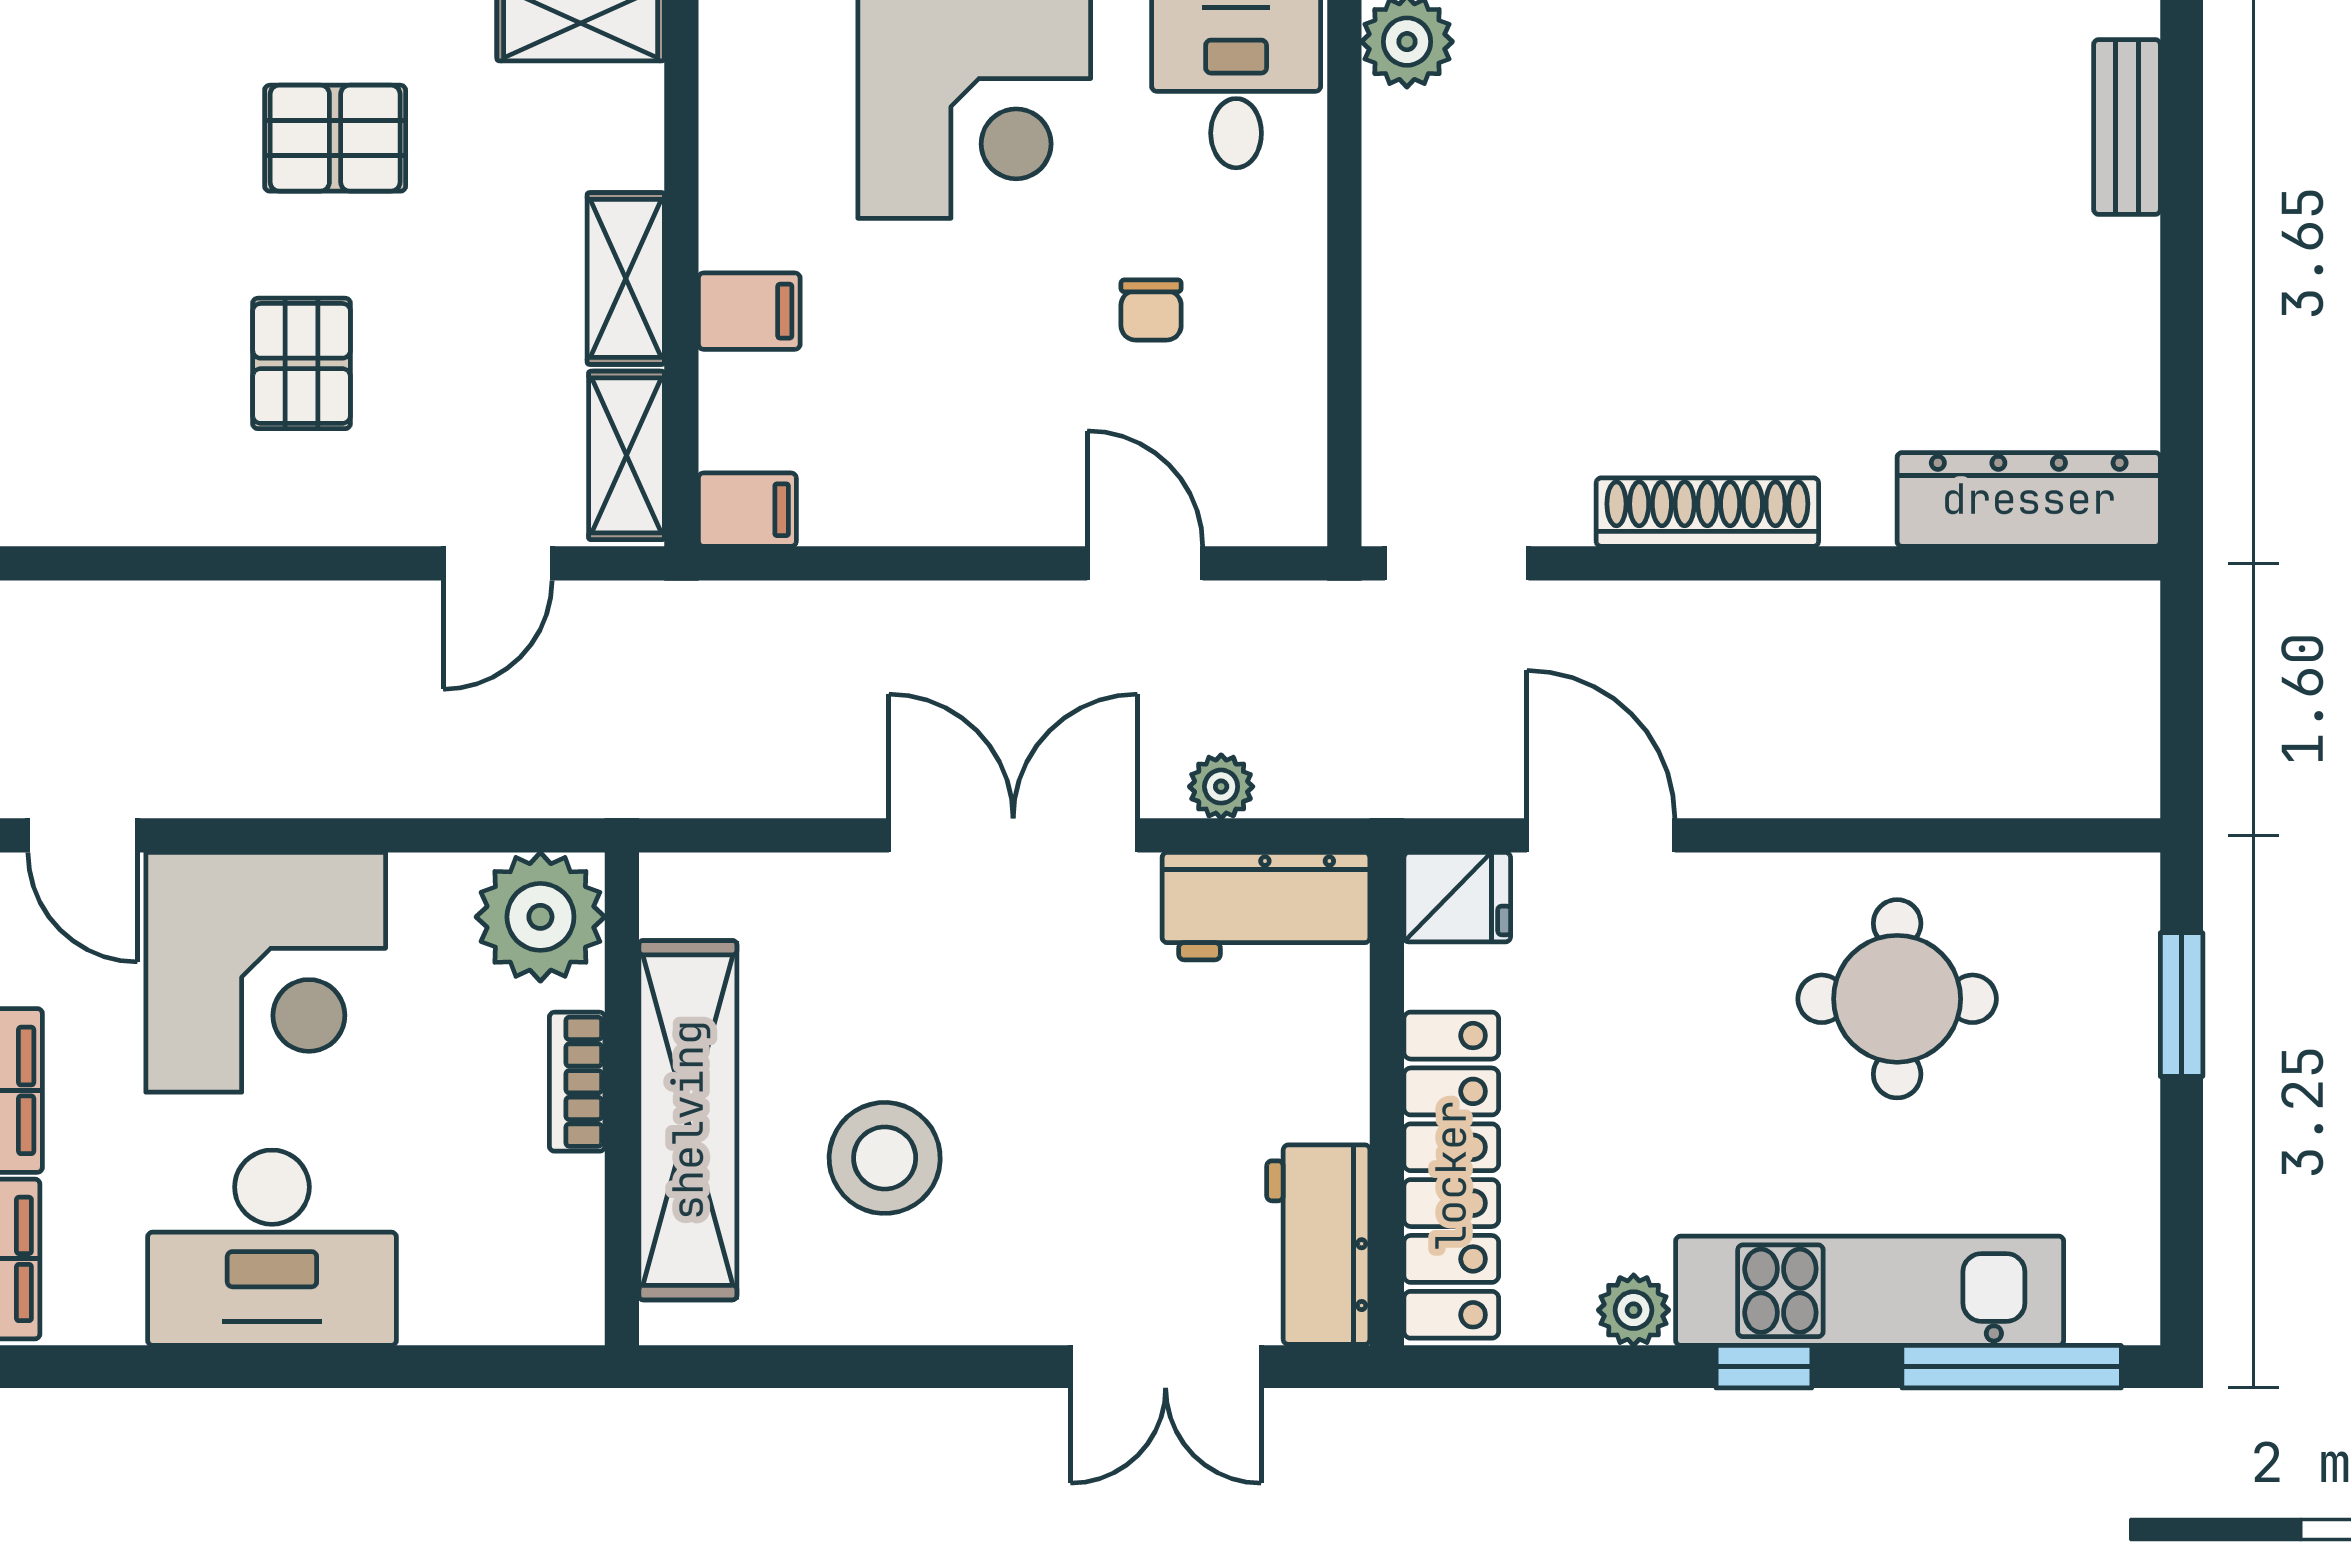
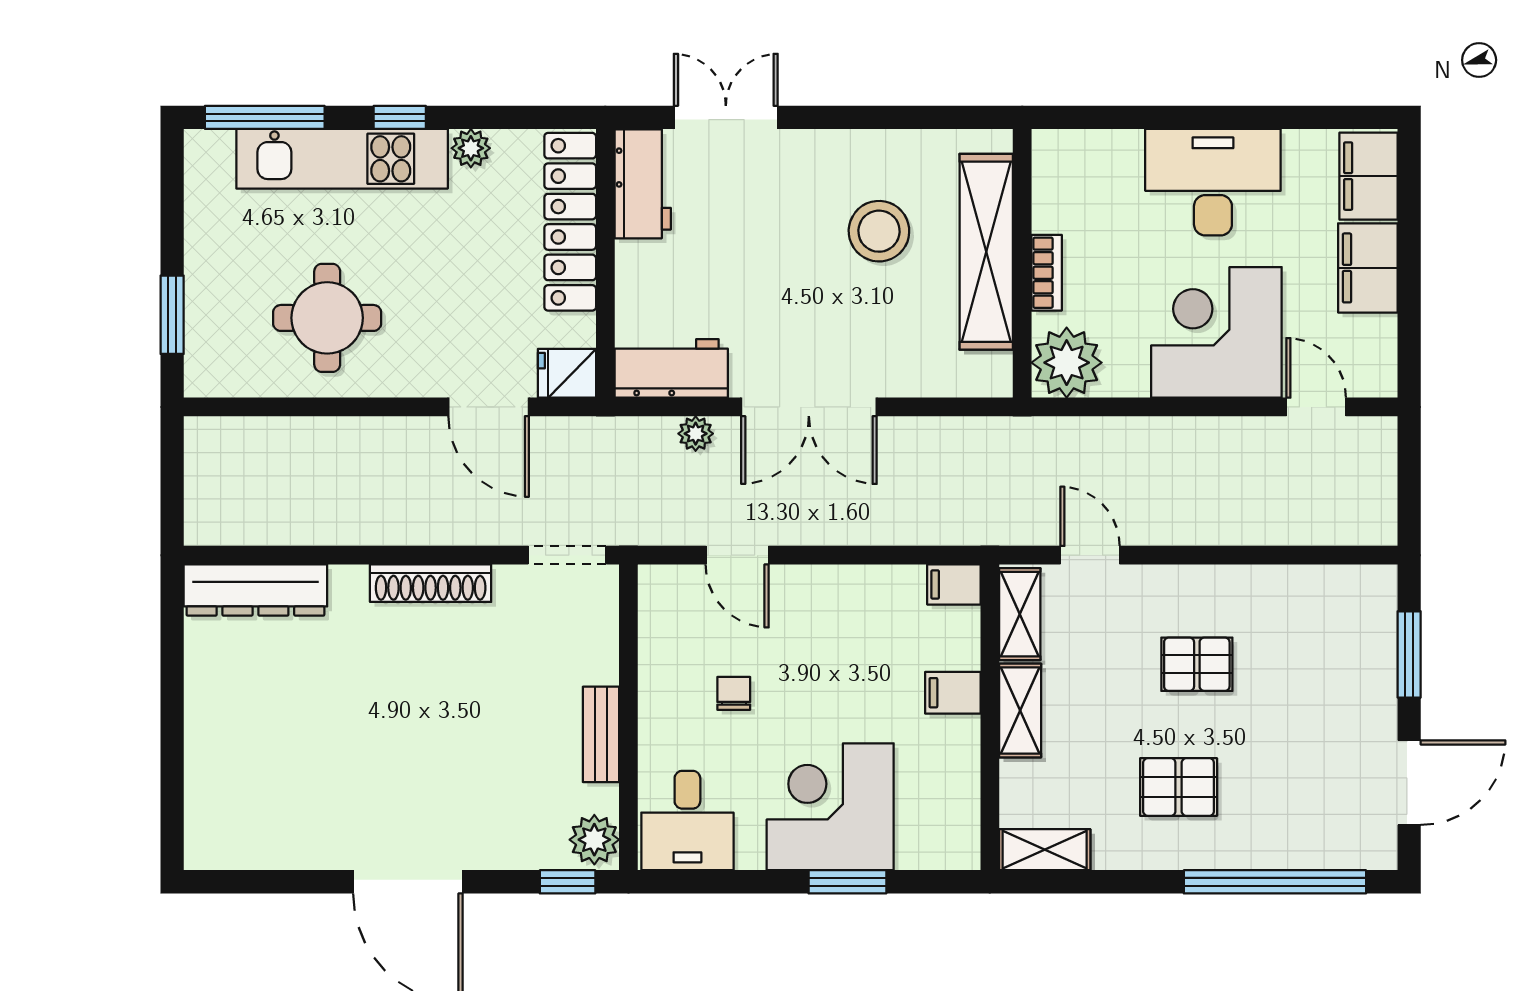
bench: (2127, 127) -> (601, 734), moved
pallet: (302, 363) -> (1197, 664), turned 90
door: (498, 563) -> (1090, 555), hinge flipped

